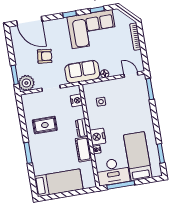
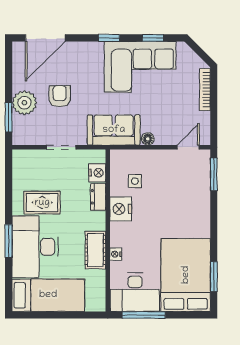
door: (29, 21) -> (45, 38), hinge flipped
armchair: (45, 56) -> (60, 96), turned -96
door: (131, 75) -> (188, 147), hinge flipped
plant: (26, 83) -> (24, 103), moved
dresser: (82, 128) -> (98, 197), moved
nightstand: (98, 137) -> (121, 209), moved
desk: (45, 154) -> (35, 247), added
bed: (138, 156) -> (186, 275), width x1.50

